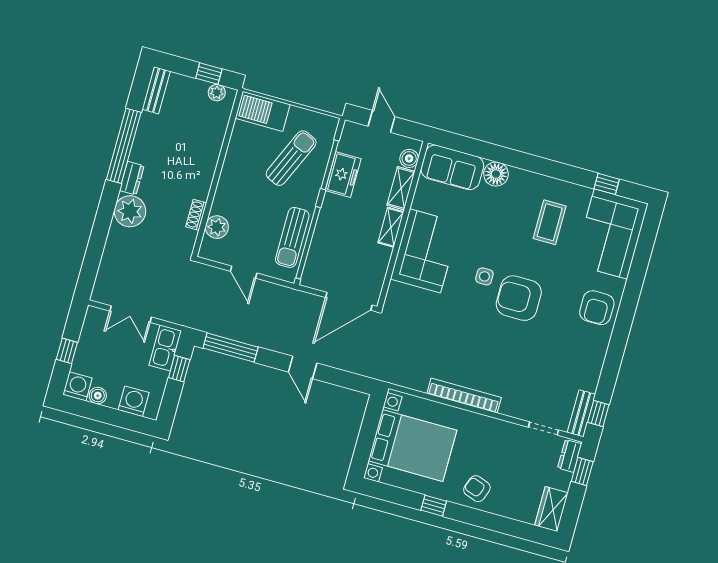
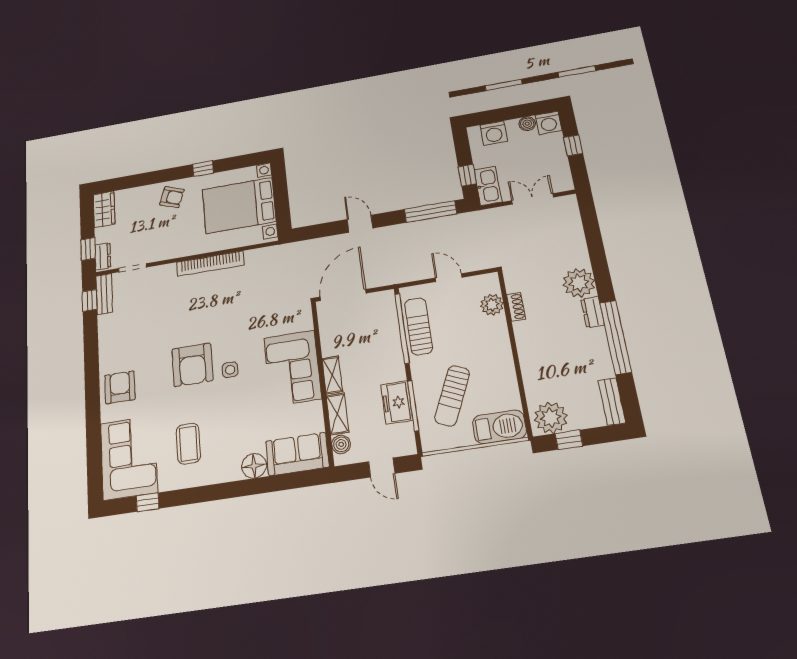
plant: (217, 93) -> (551, 418), width x1.88, depth x1.88
armchair: (519, 298) -> (192, 365), turned 90

